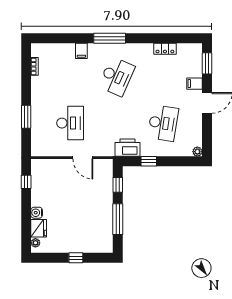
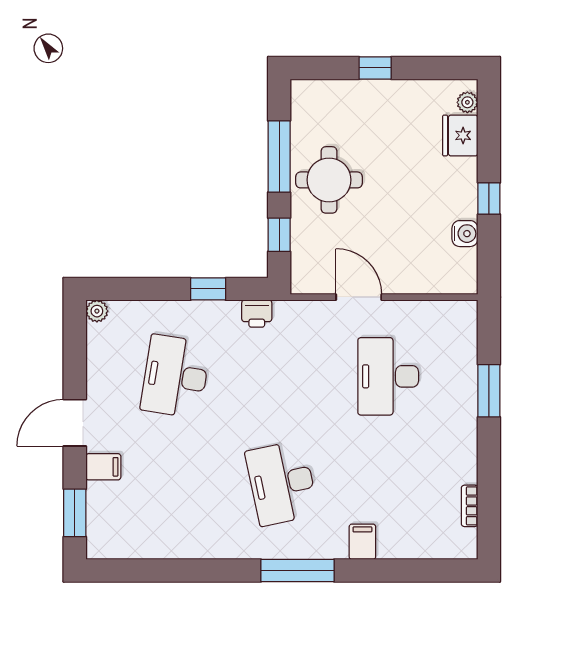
locker: (165, 49) -> (171, 547), removed
desk: (117, 76) -> (282, 483), turned -36
printer: (128, 148) -> (257, 314), width x0.53, depth x0.68
window: (26, 182) -> (489, 199), moved
round table: (96, 209) -> (329, 180), added
water cooler: (37, 213) -> (465, 234), moved

